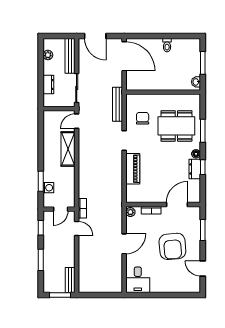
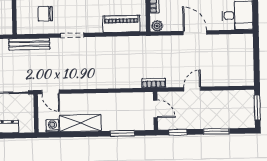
shelving: (68, 149) -> (80, 123), moved
piano: (133, 169) -> (121, 24), moved
washing machine: (48, 188) -> (52, 126), moved
door: (77, 228) -> (192, 89), moved
bench: (70, 280) -> (239, 96), removed

